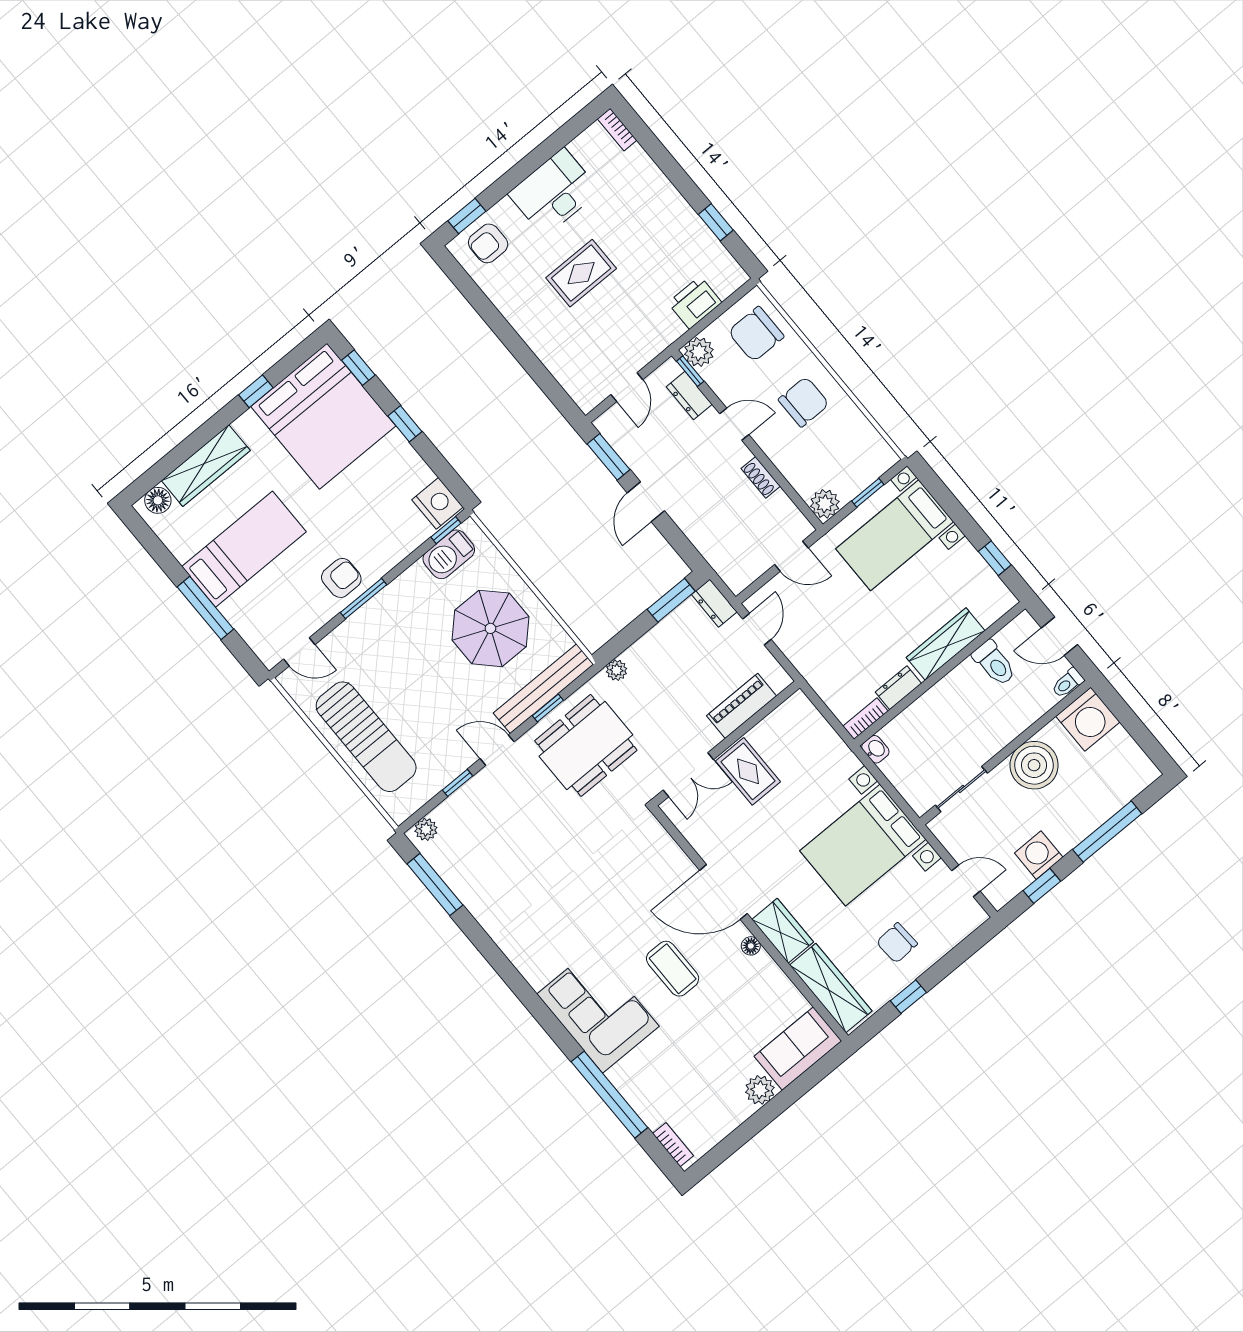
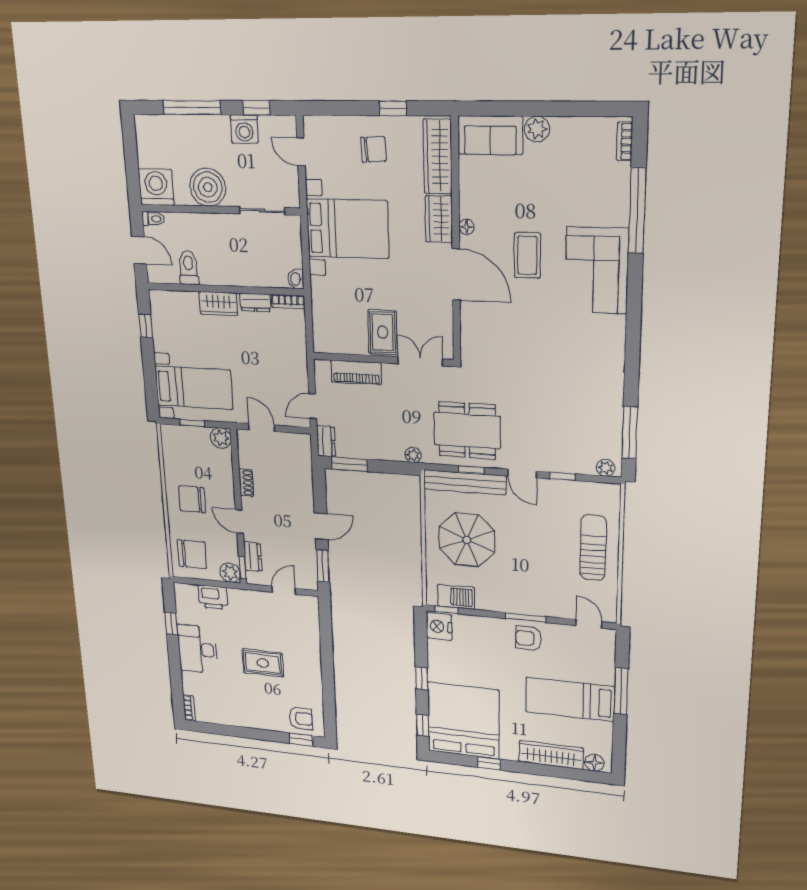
desk: (554, 192) -> (197, 649), moved, turned 90
wardrobe: (946, 644) -> (218, 303), width x0.67
sun lounger: (366, 737) -> (593, 548), width x0.73, depth x0.75

